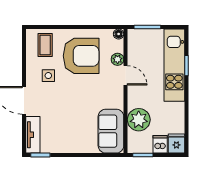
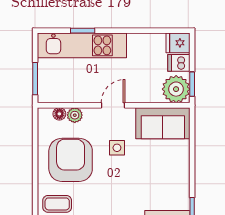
floor lamp: (119, 34) -> (59, 114), moved
door: (126, 75) -> (113, 105), moved
side table: (48, 76) -> (117, 148), moved
plant: (139, 120) -> (176, 89), moved

